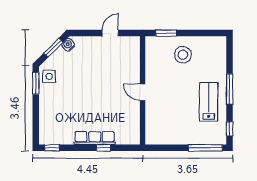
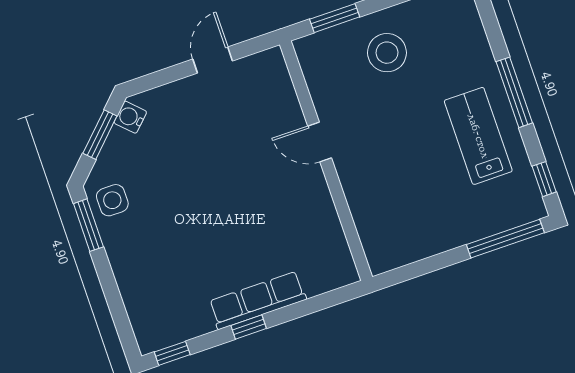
door: (143, 92) -> (320, 142), moved
window: (103, 148) -> (249, 327), moved

